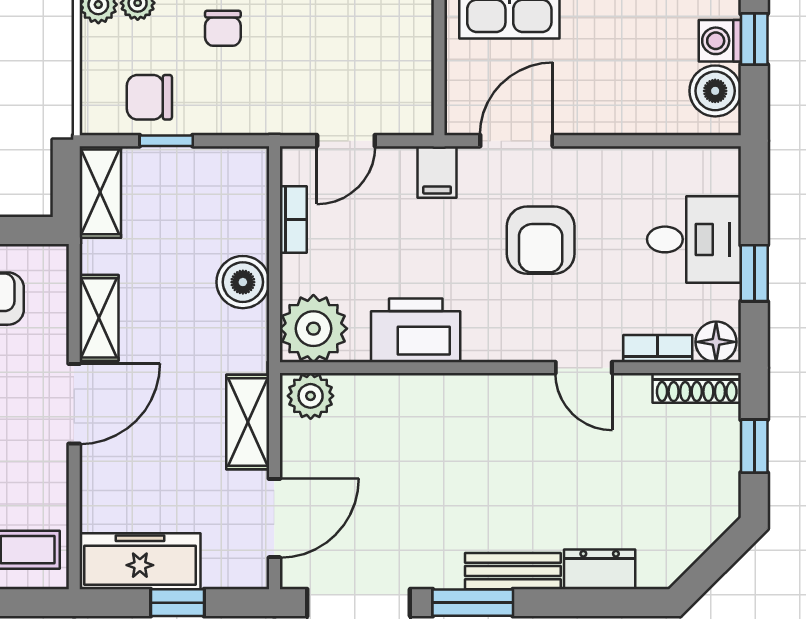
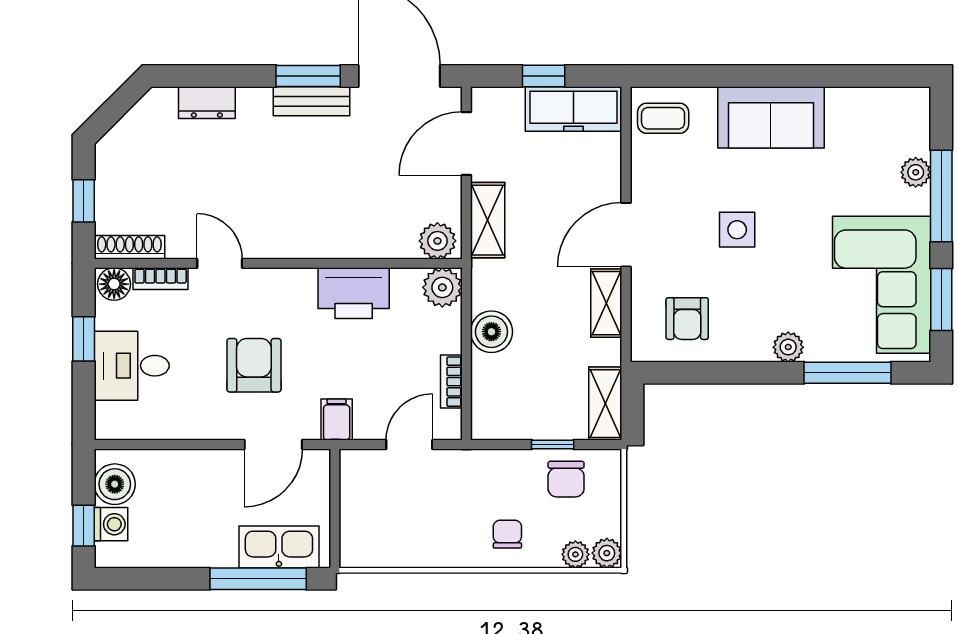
chair: (149, 97) -> (566, 479), turned 90
plant: (313, 329) -> (442, 287), width x0.73, depth x0.73
bench: (513, 571) -> (312, 101), moved

